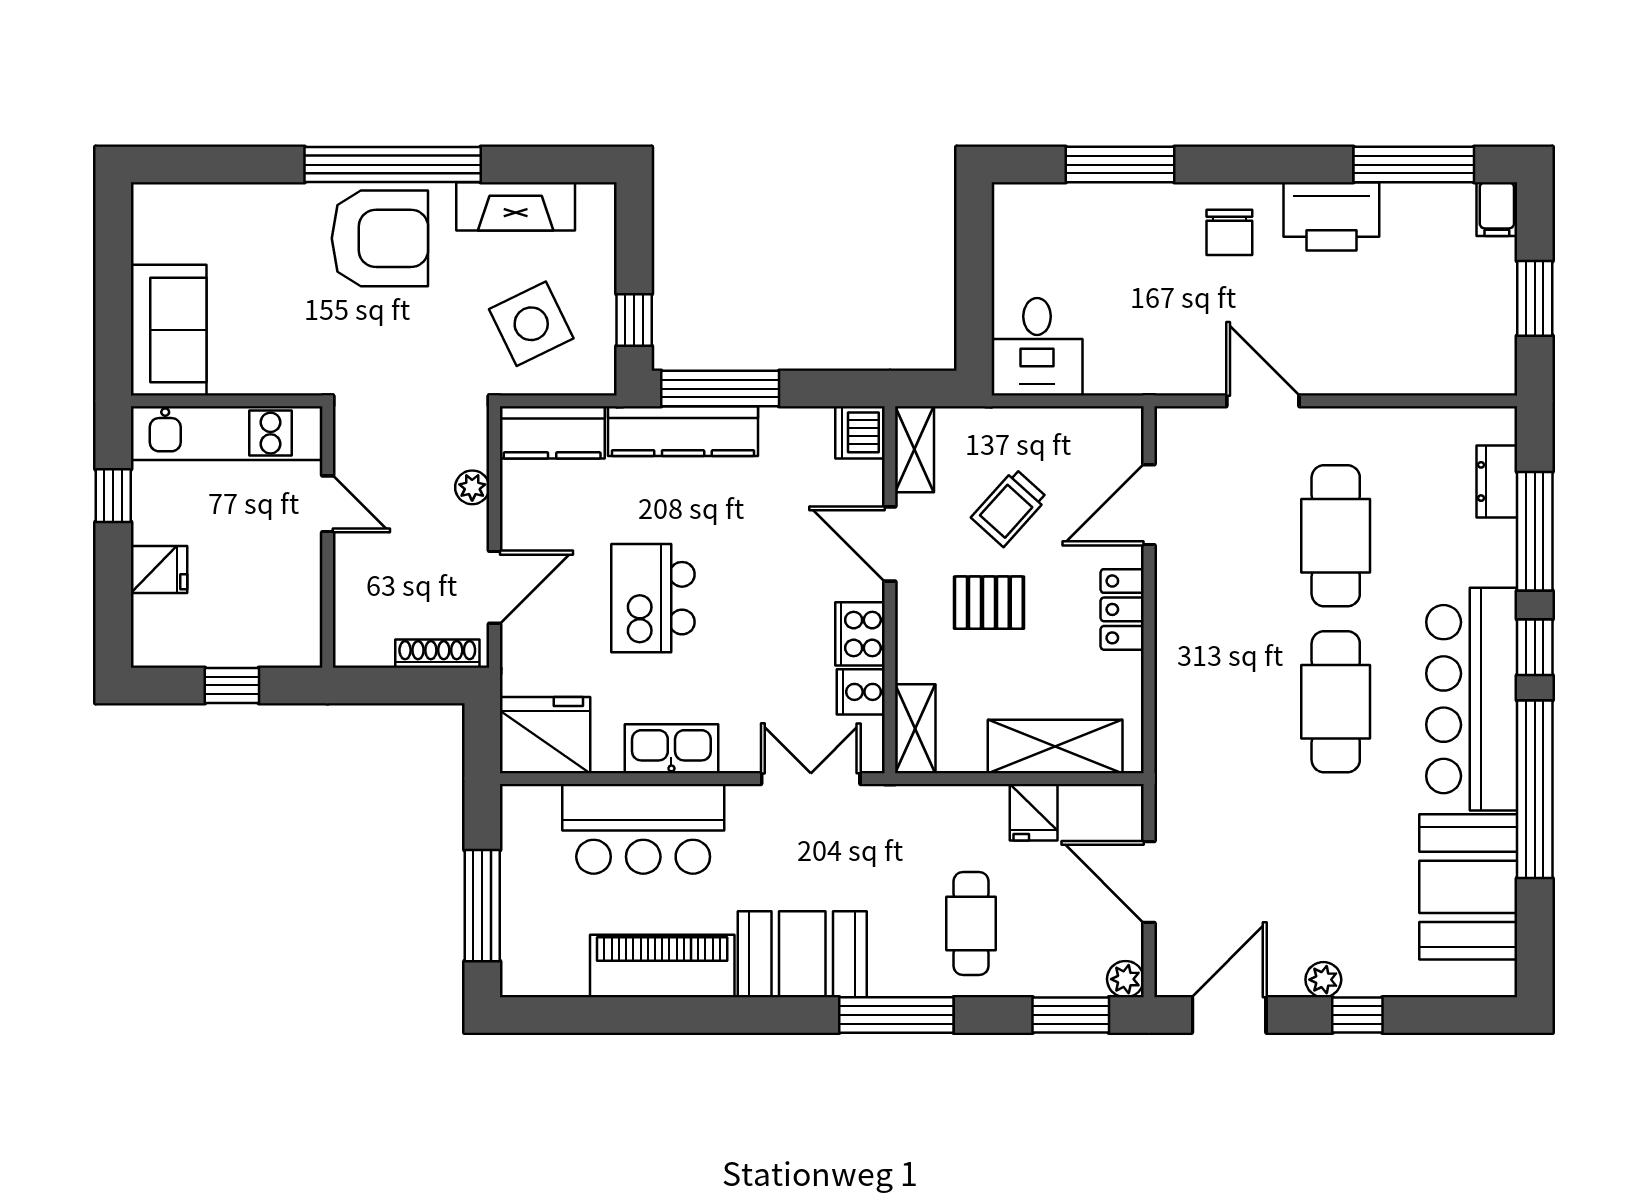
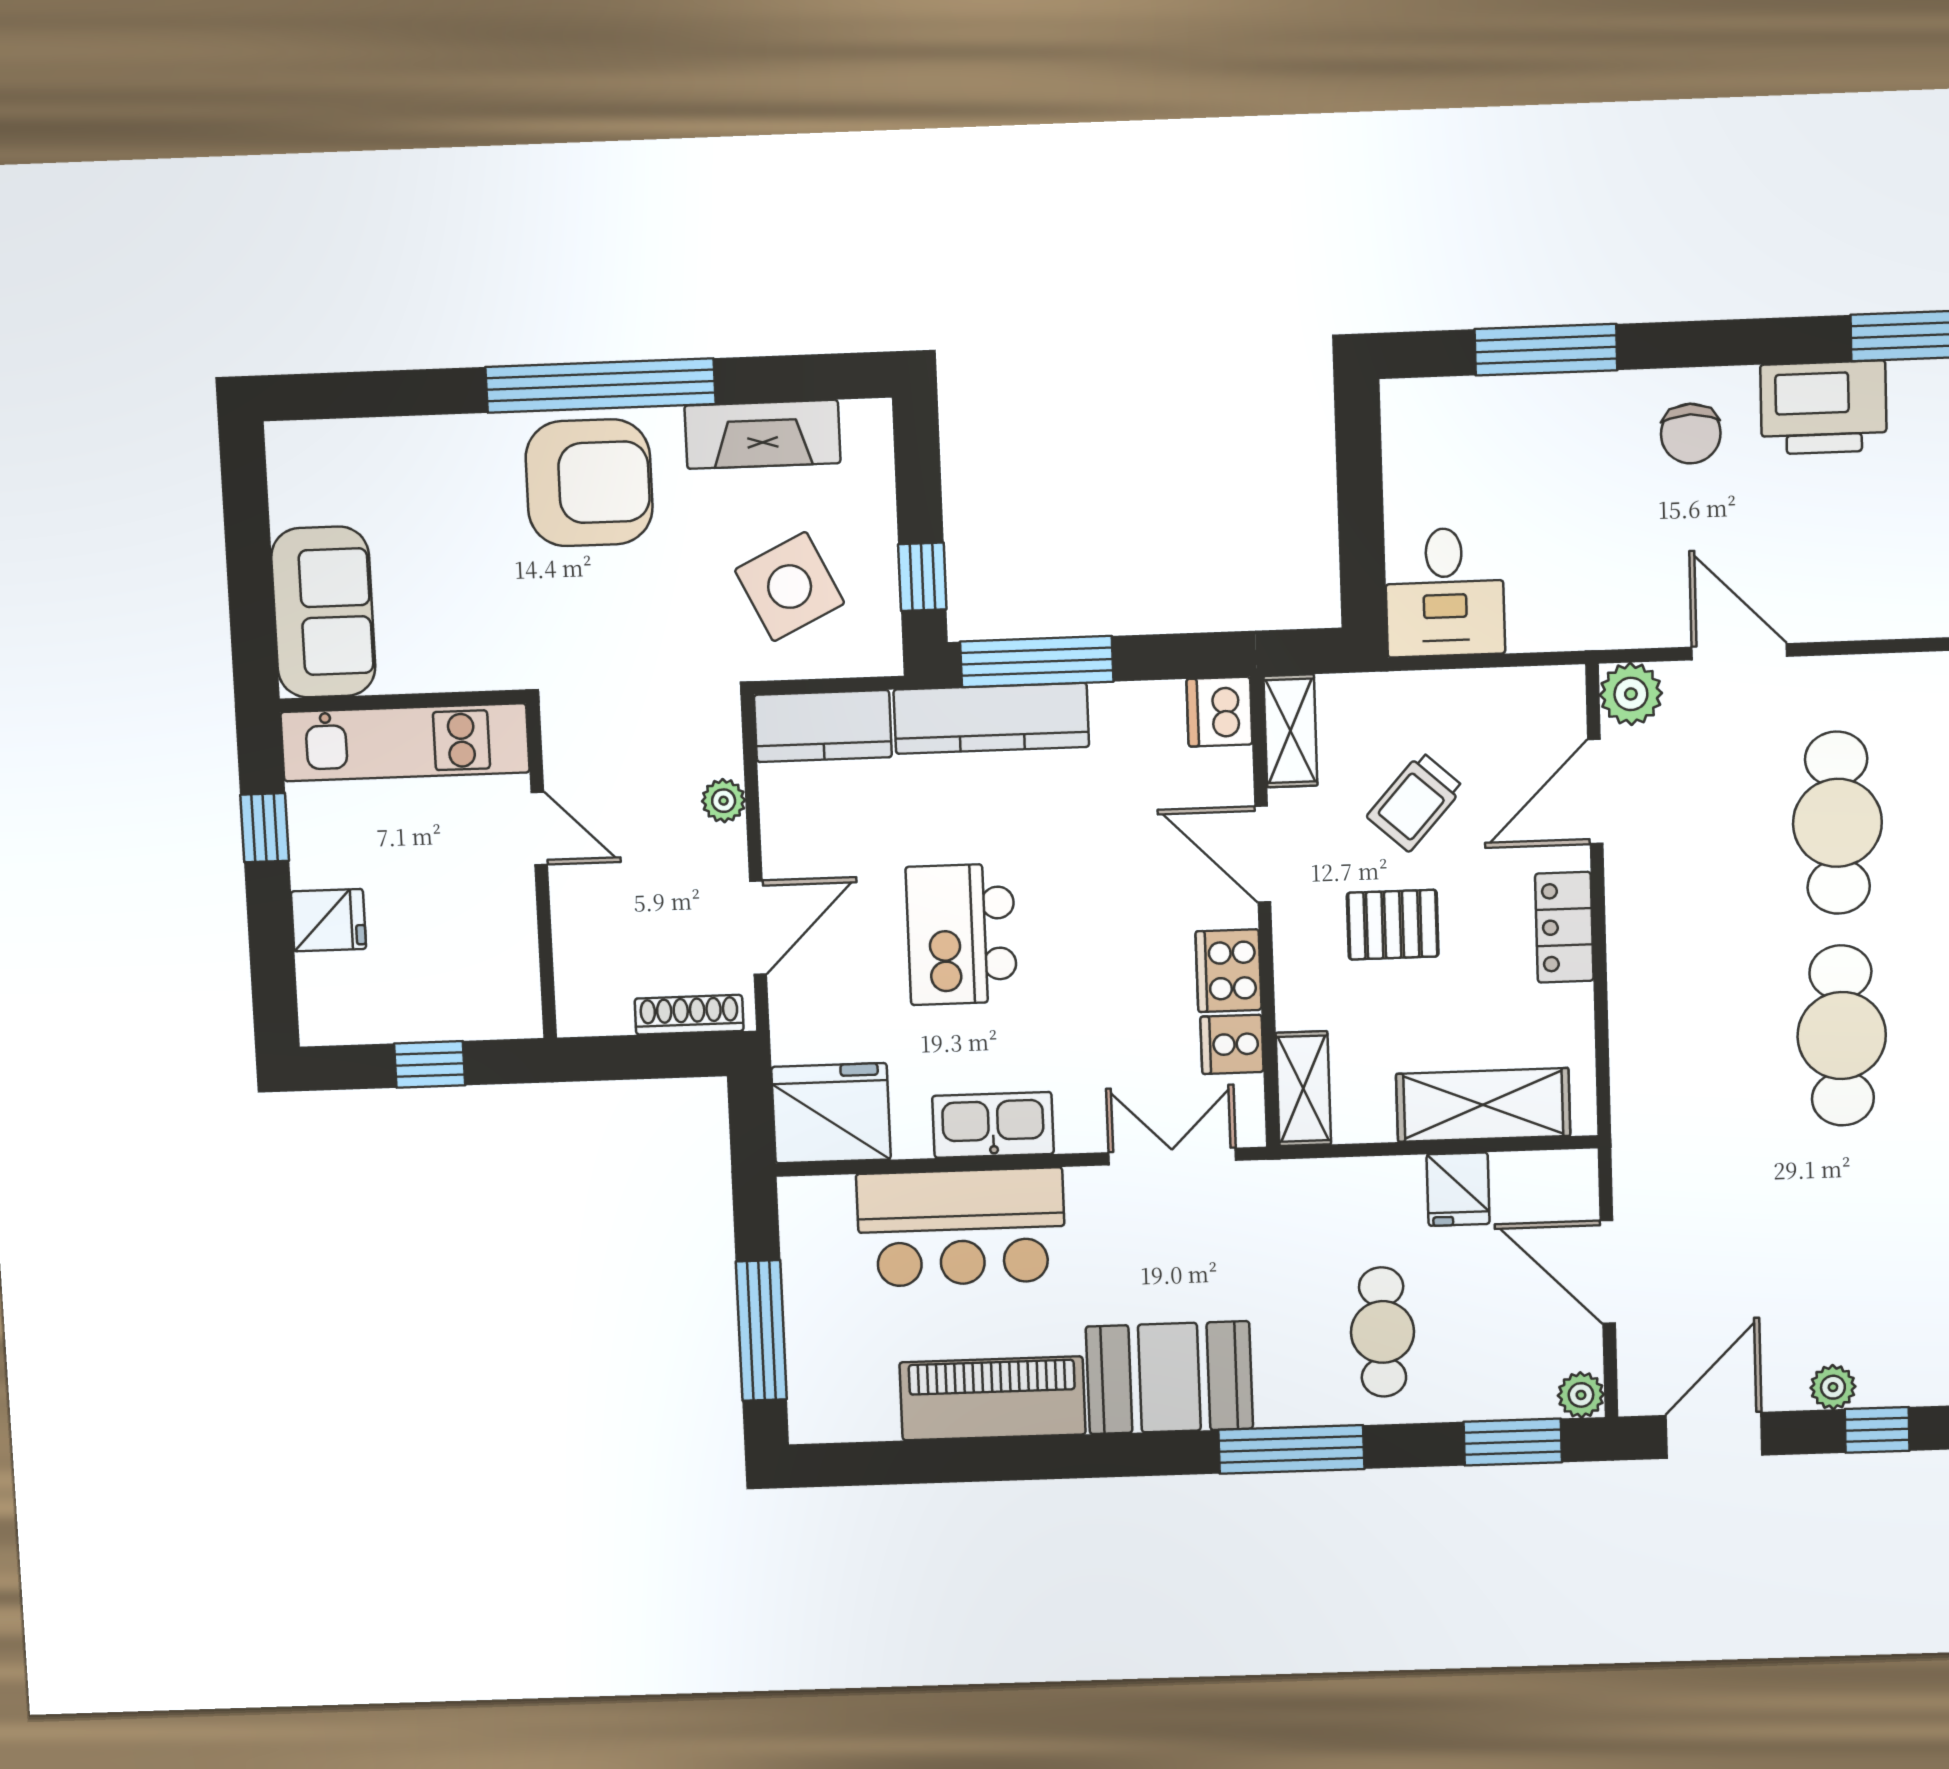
plant: (1178, 430) -> (1631, 694), added

